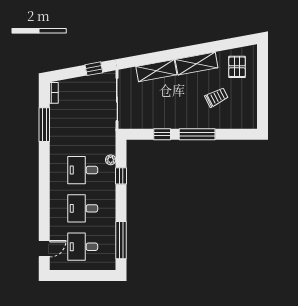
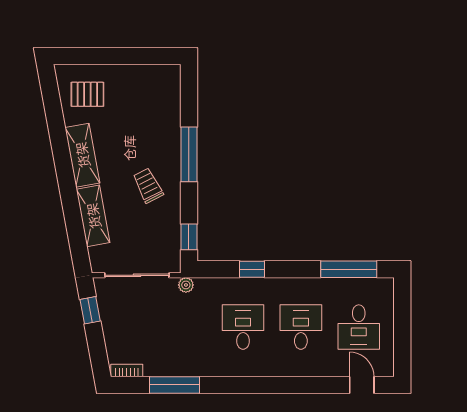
trolley: (216, 97) -> (148, 186), moved
window: (162, 134) -> (189, 237), moved
plant: (111, 160) -> (186, 285), moved
desk: (83, 170) -> (243, 327), turned 180
desk: (83, 208) -> (301, 327), turned 180

